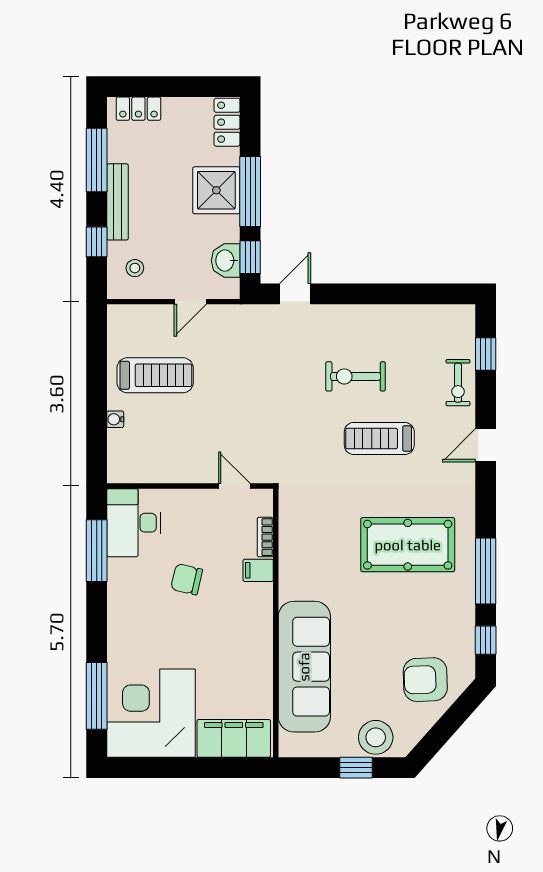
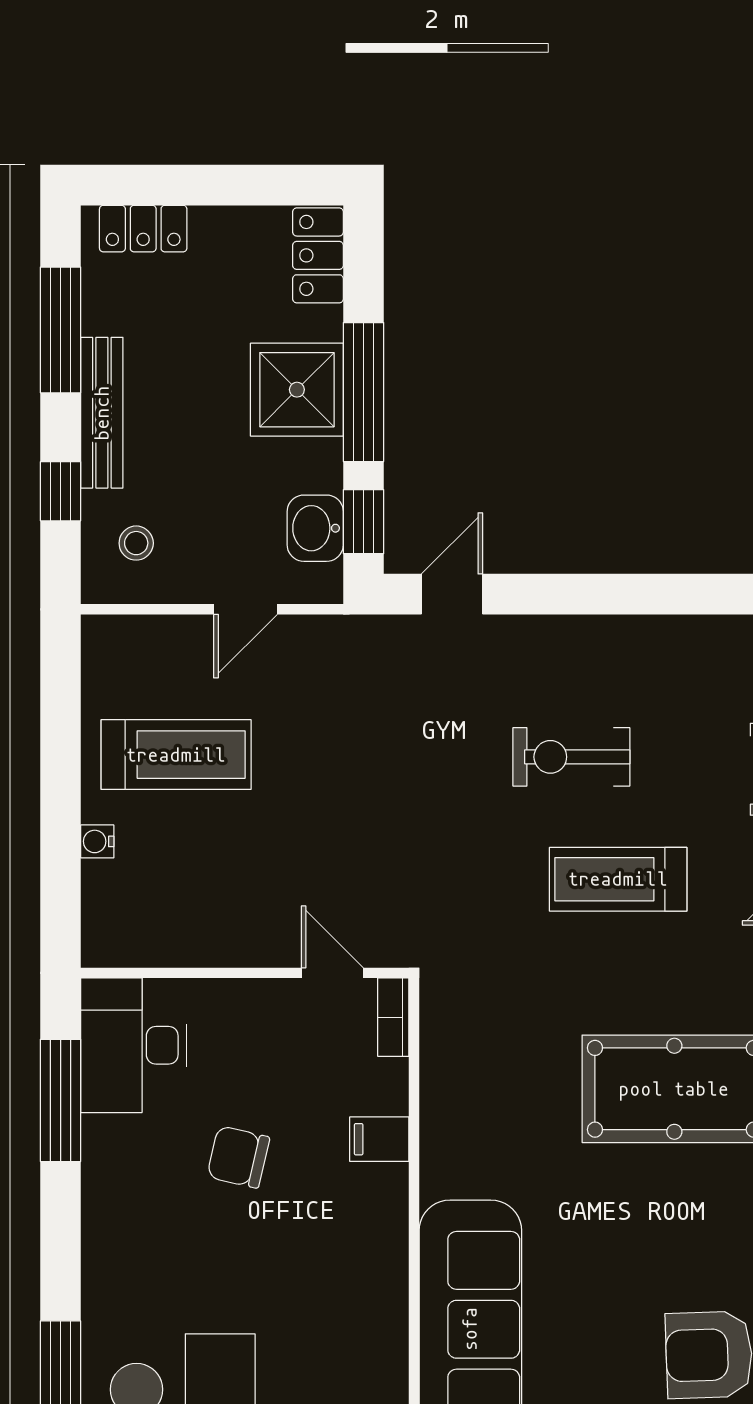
bookcase: (265, 537) -> (393, 1017), moved

